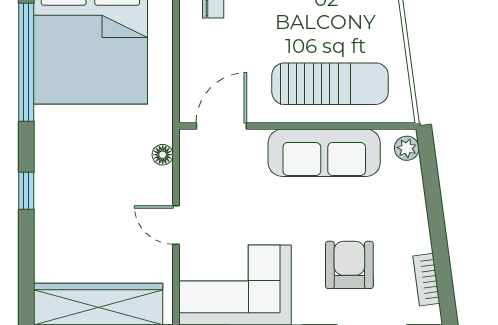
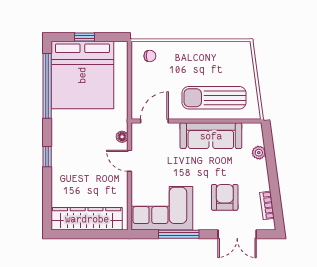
sun lounger: (330, 84) -> (214, 98), turned 180
plant: (407, 148) -> (259, 153), moved
door: (176, 225) -> (129, 161), moved

